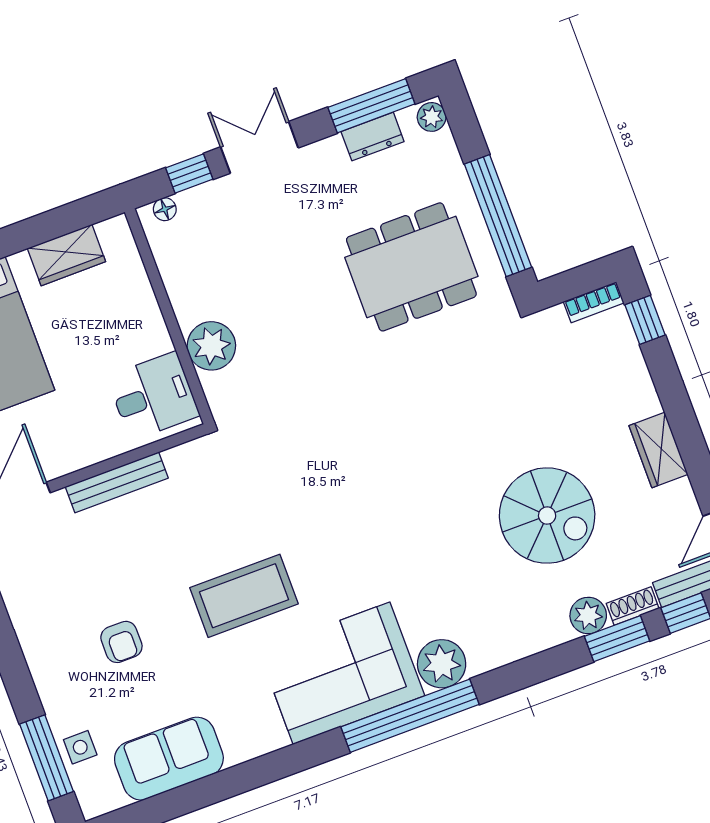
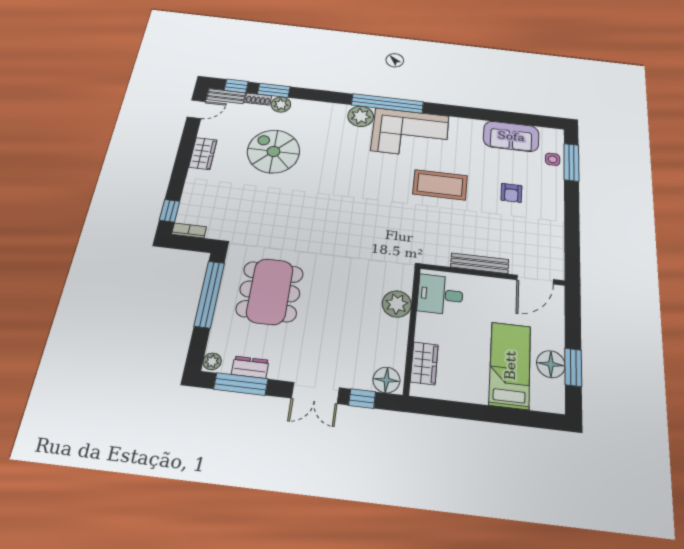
floor lamp: (165, 209) -> (386, 380), width x1.89, depth x1.89
wardrobe: (66, 255) -> (424, 363), moved, turned 90
dining table: (411, 267) -> (270, 291), turned 90
armchair: (121, 642) -> (511, 193), turned 180

